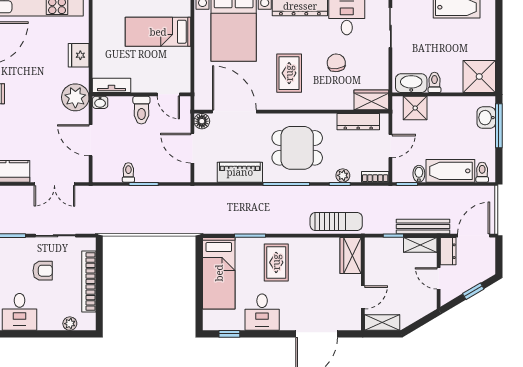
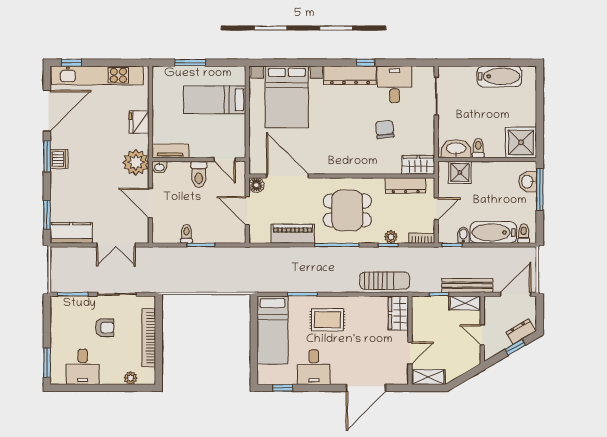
rug: (289, 73) -> (340, 139), removed
dresser: (448, 251) -> (521, 332), moved, turned -121
rug: (276, 262) -> (327, 320), turned 90

